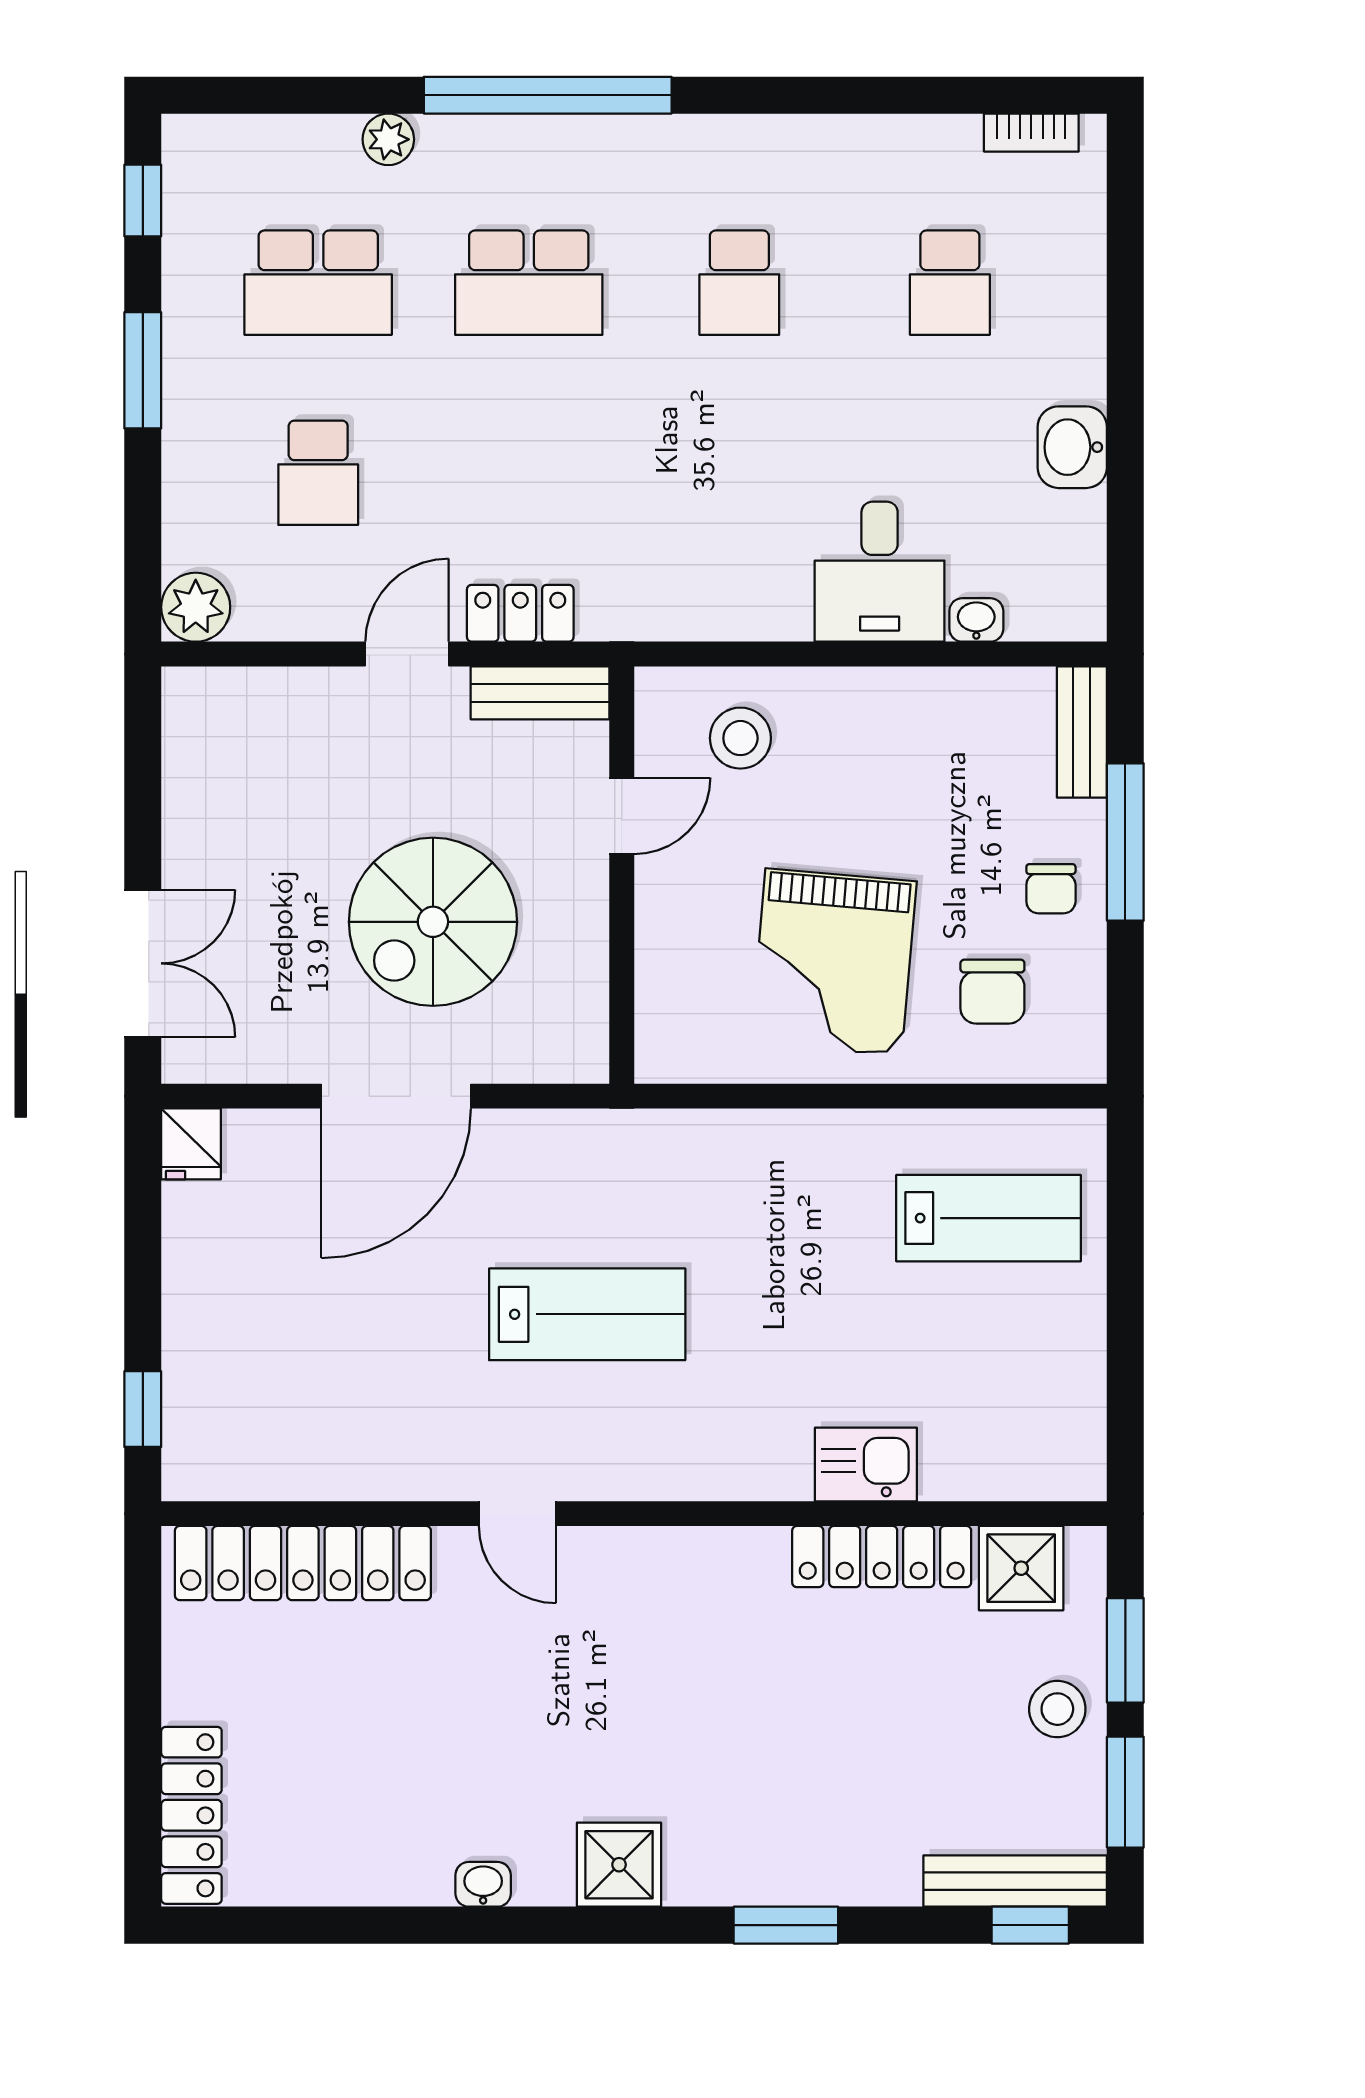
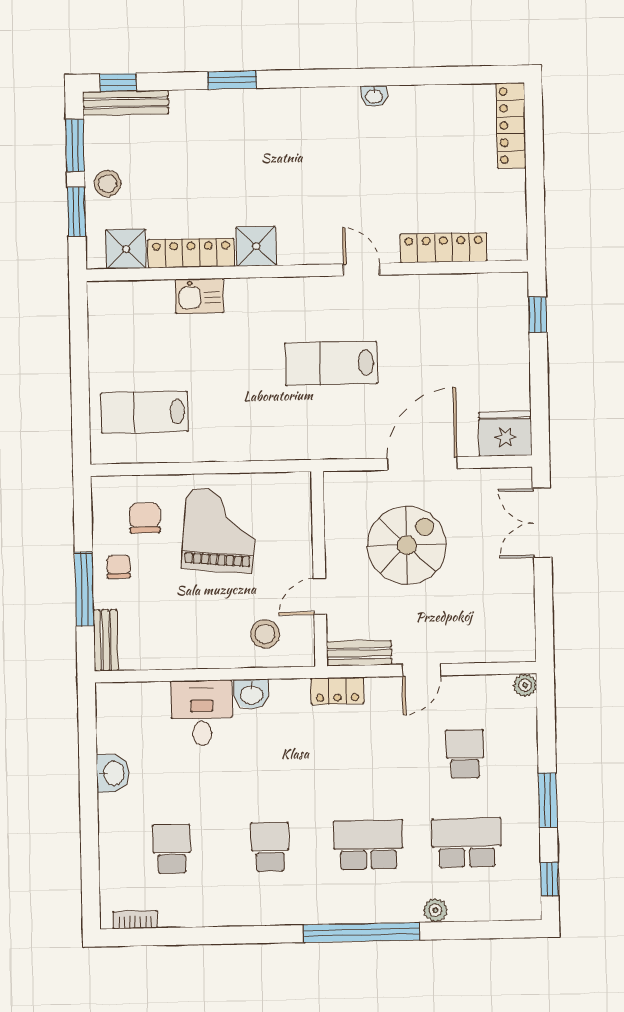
plant: (196, 607) -> (525, 685), width x0.73, depth x0.73
locker: (520, 613) -> (337, 691), moved
washbasin: (976, 620) -> (251, 694), moved, width x1.38, depth x1.45
fridge: (191, 1144) -> (505, 434), width x1.88, depth x1.34
locker: (303, 1563) -> (444, 248), width x0.71, depth x0.83
shower: (619, 1865) -> (256, 246), moved

